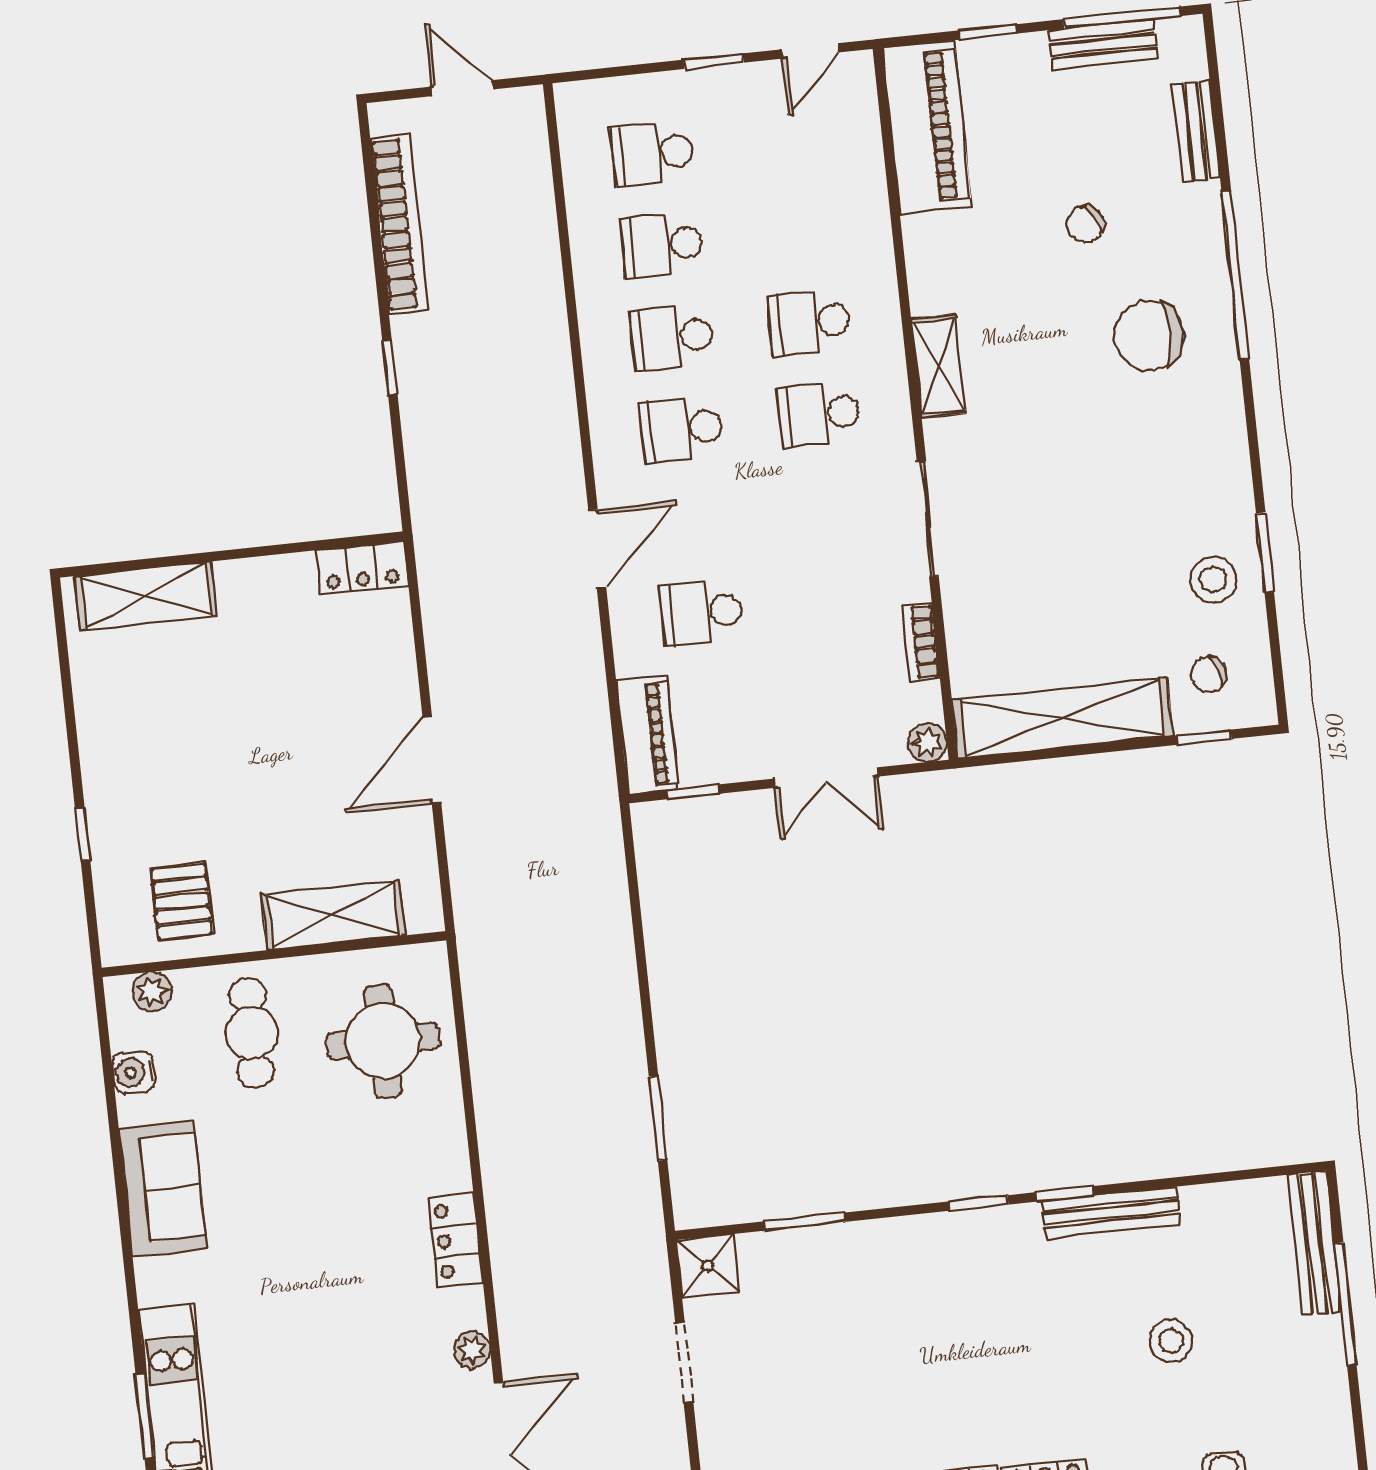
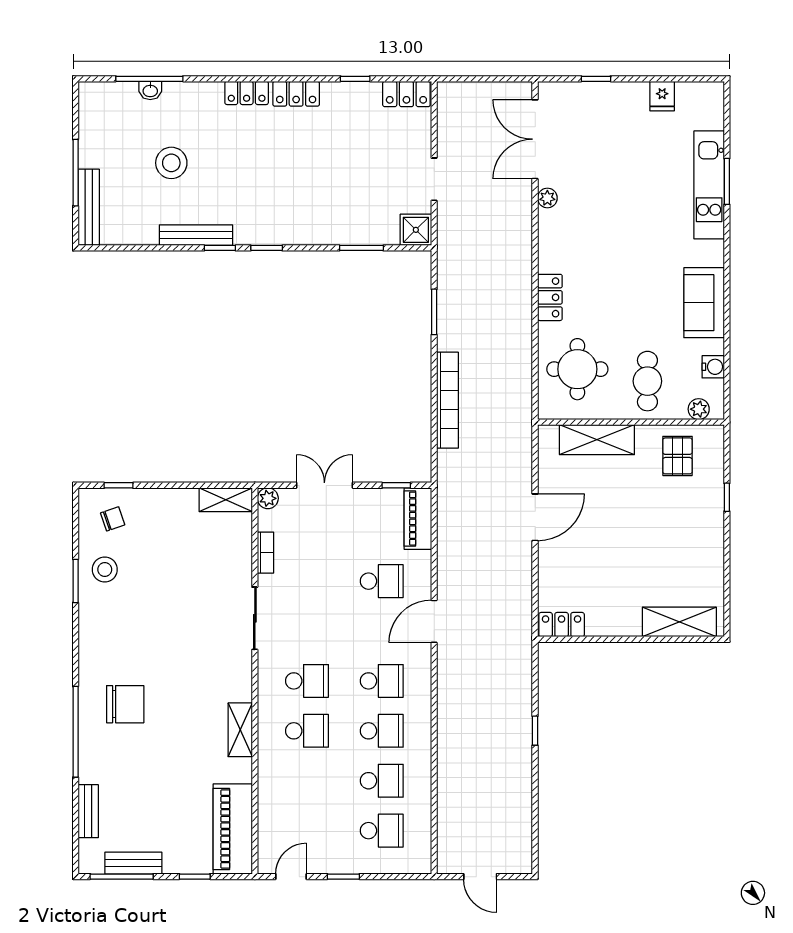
bookcase: (400, 224) -> (447, 400), moved, turned 180
chair: (1085, 224) -> (153, 768), removed
shelving: (939, 366) -> (240, 730), moved
shelving: (1062, 718) -> (226, 500), width x0.45, depth x0.75
locker: (455, 1240) -> (550, 297), moved
stool: (1171, 1341) -> (171, 163), width x1.38, depth x1.38

